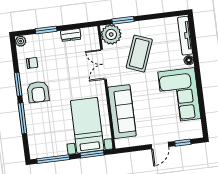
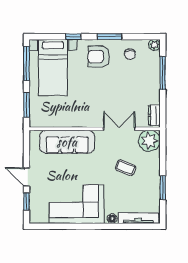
window: (123, 20) -> (163, 188), moved
window: (46, 30) -> (163, 73), width x1.44
dresser: (71, 35) -> (154, 115), moved
coffee table: (139, 54) -> (126, 168), width x0.54, depth x0.58
window: (22, 118) -> (73, 37), width x0.46
bed with nightstands: (87, 125) -> (53, 67), moved, turned 90

